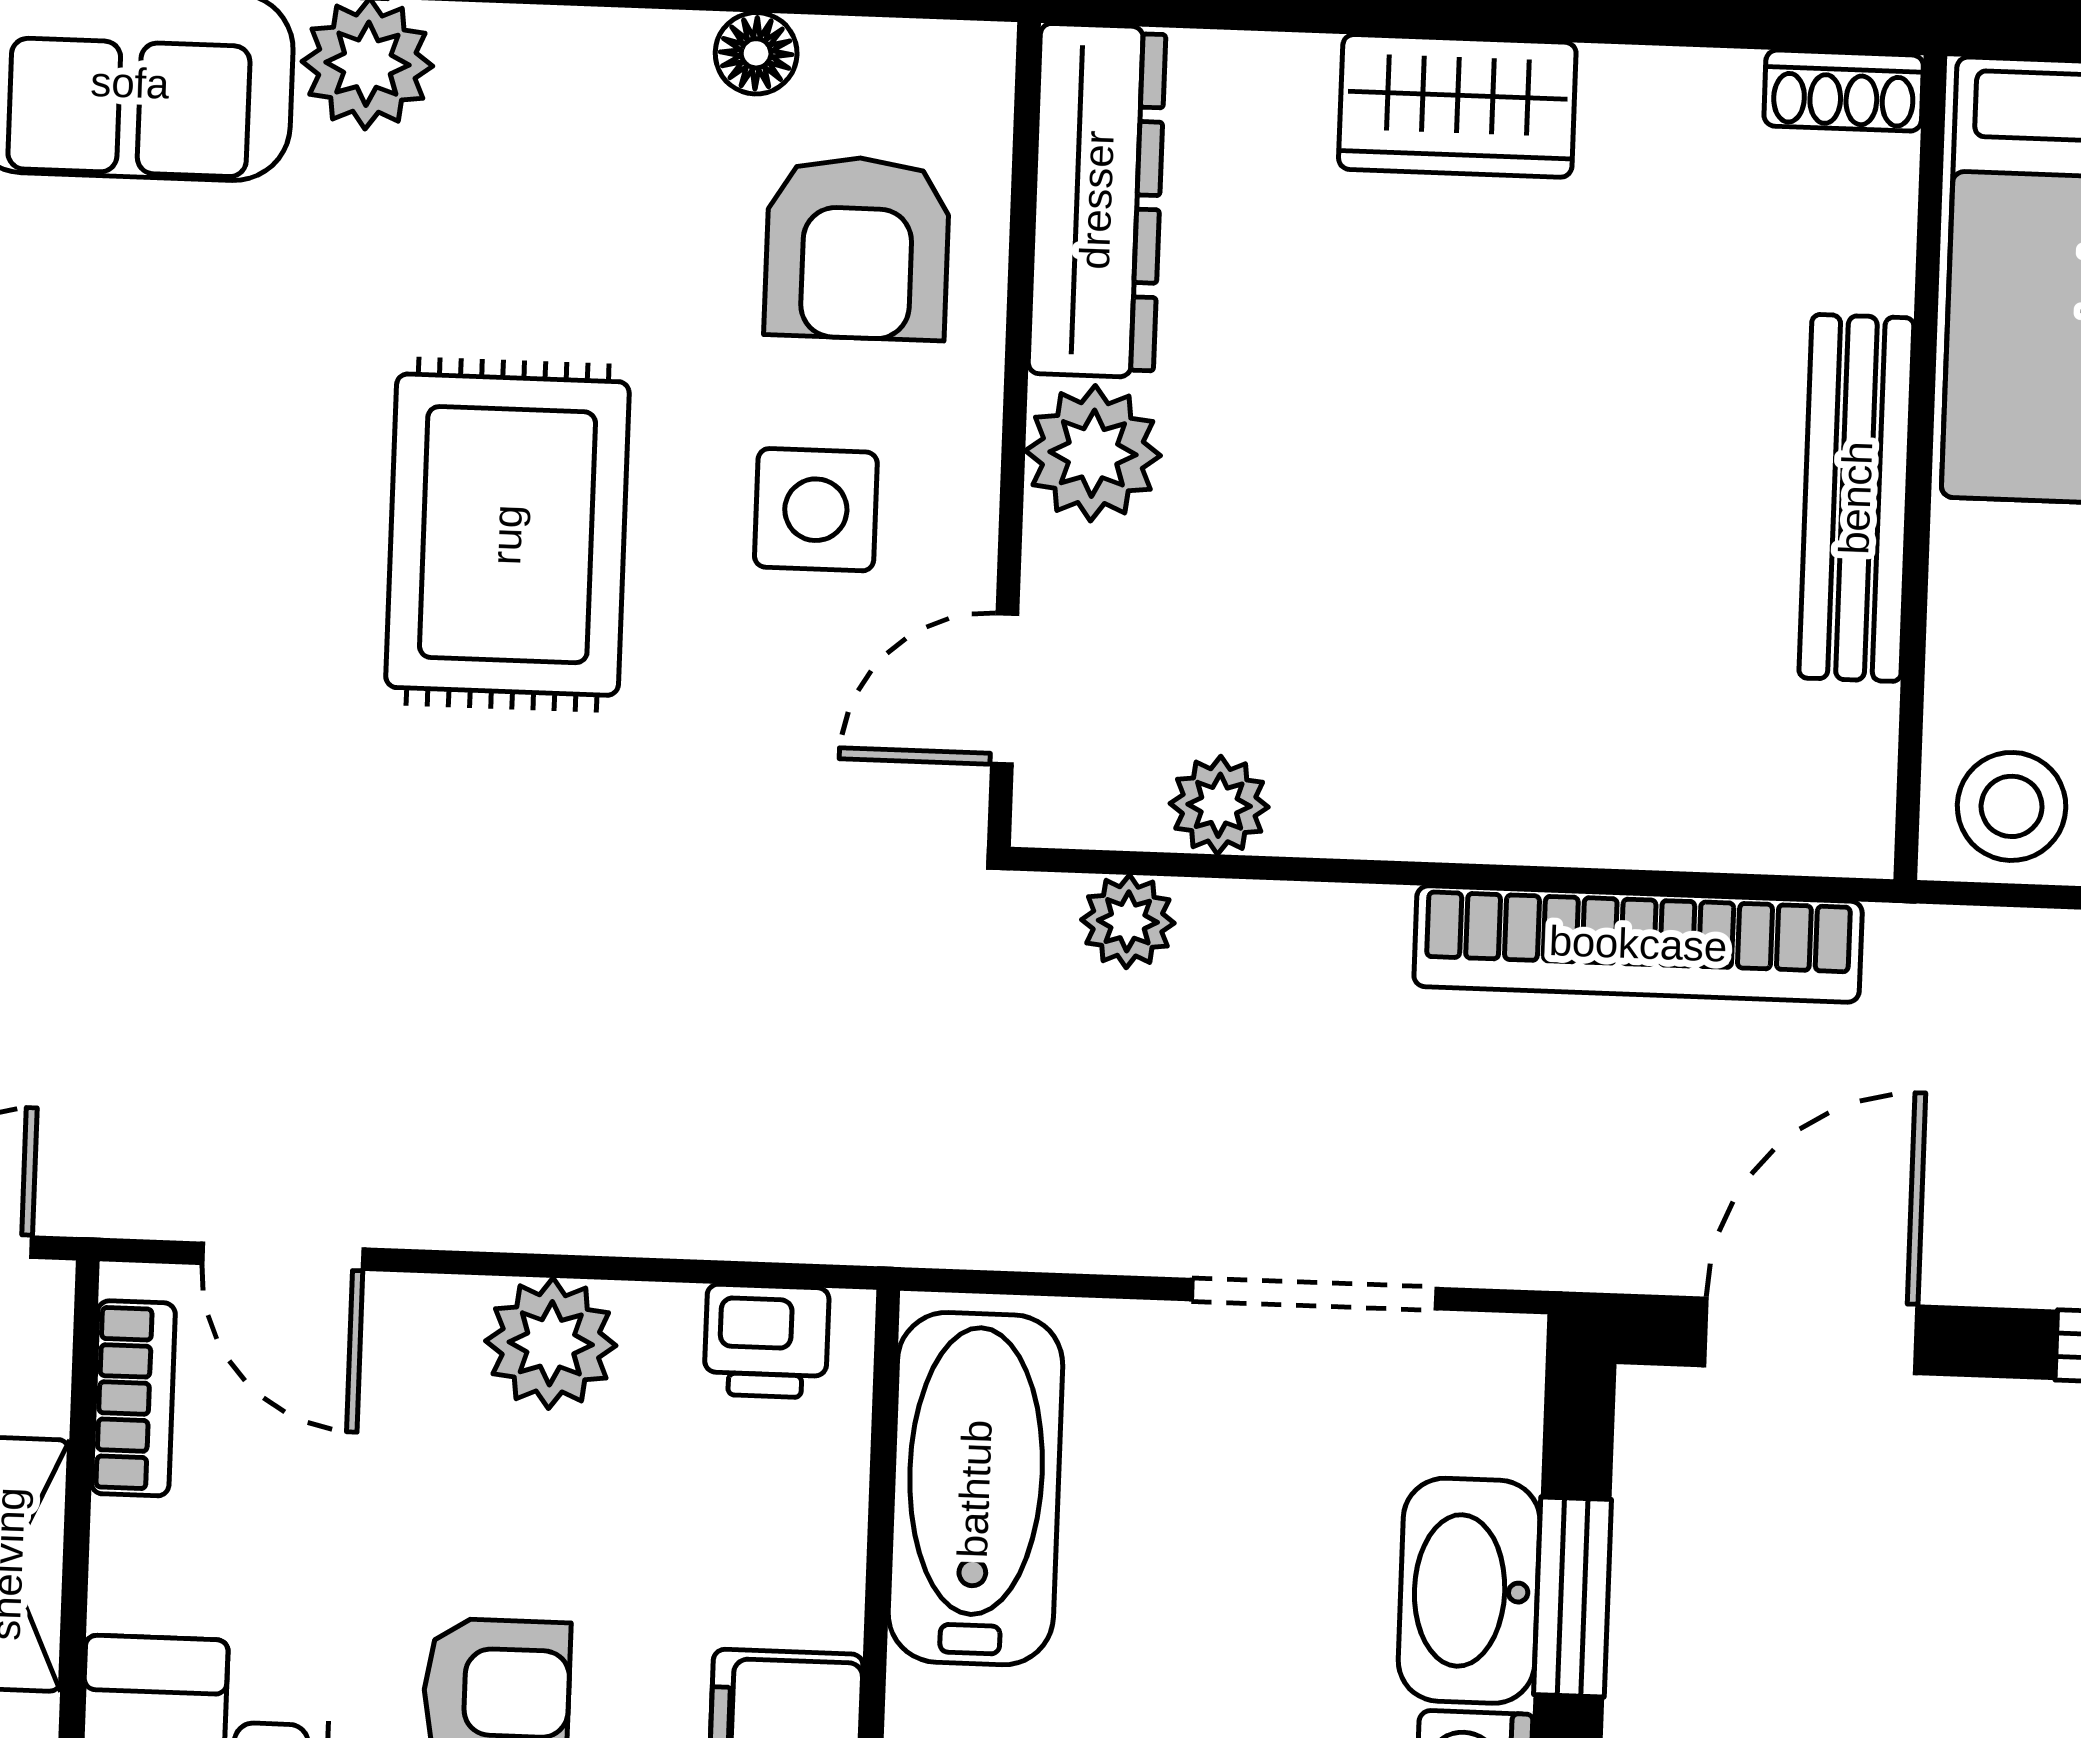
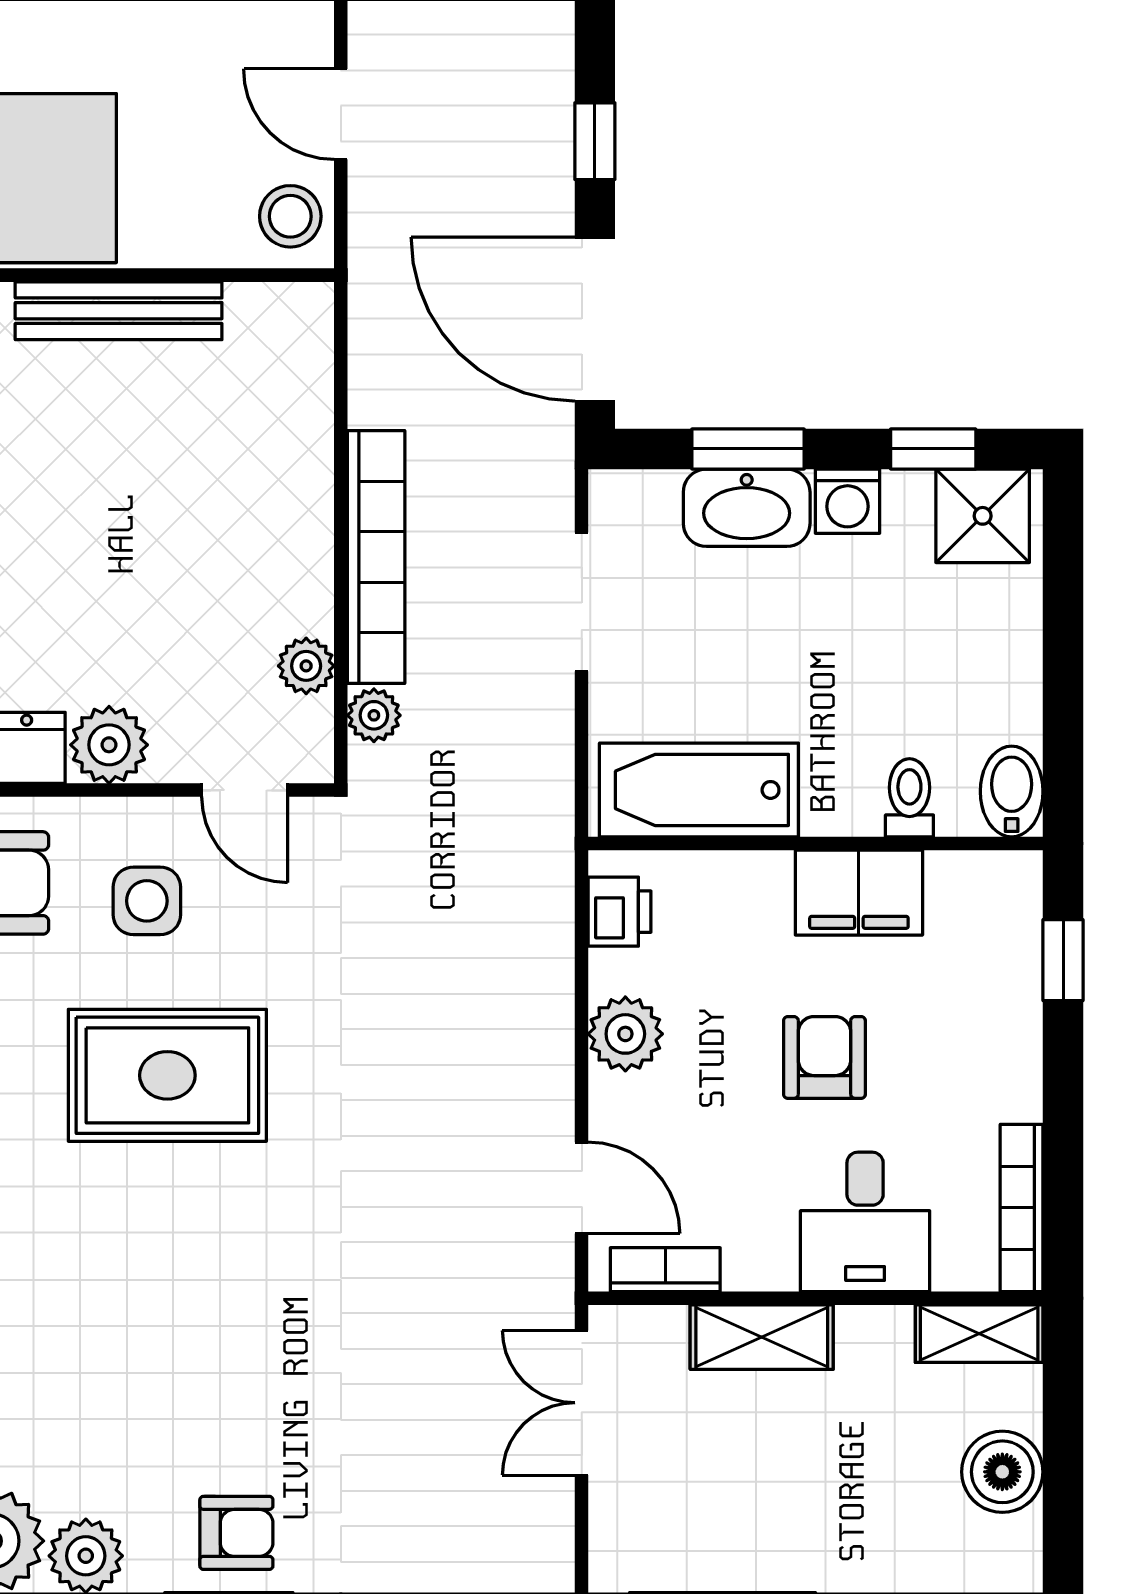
bookcase: (1638, 944) -> (376, 557), moved
door: (283, 1256) -> (582, 1188), hinge flipped
door: (1811, 1336) -> (595, 319), width x1.36

